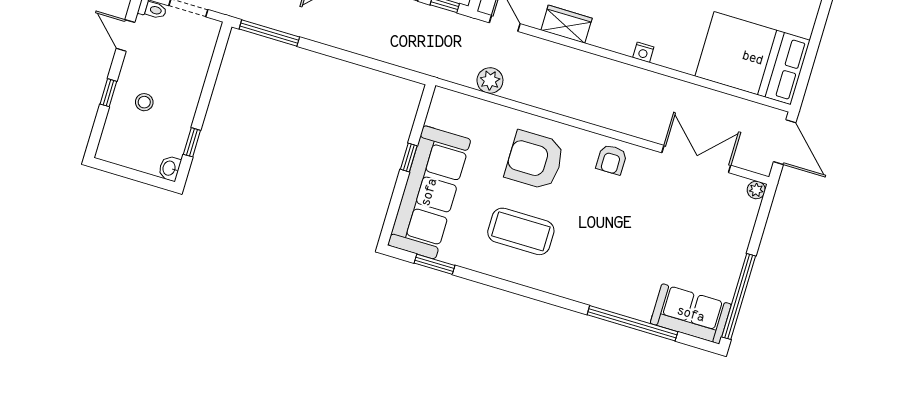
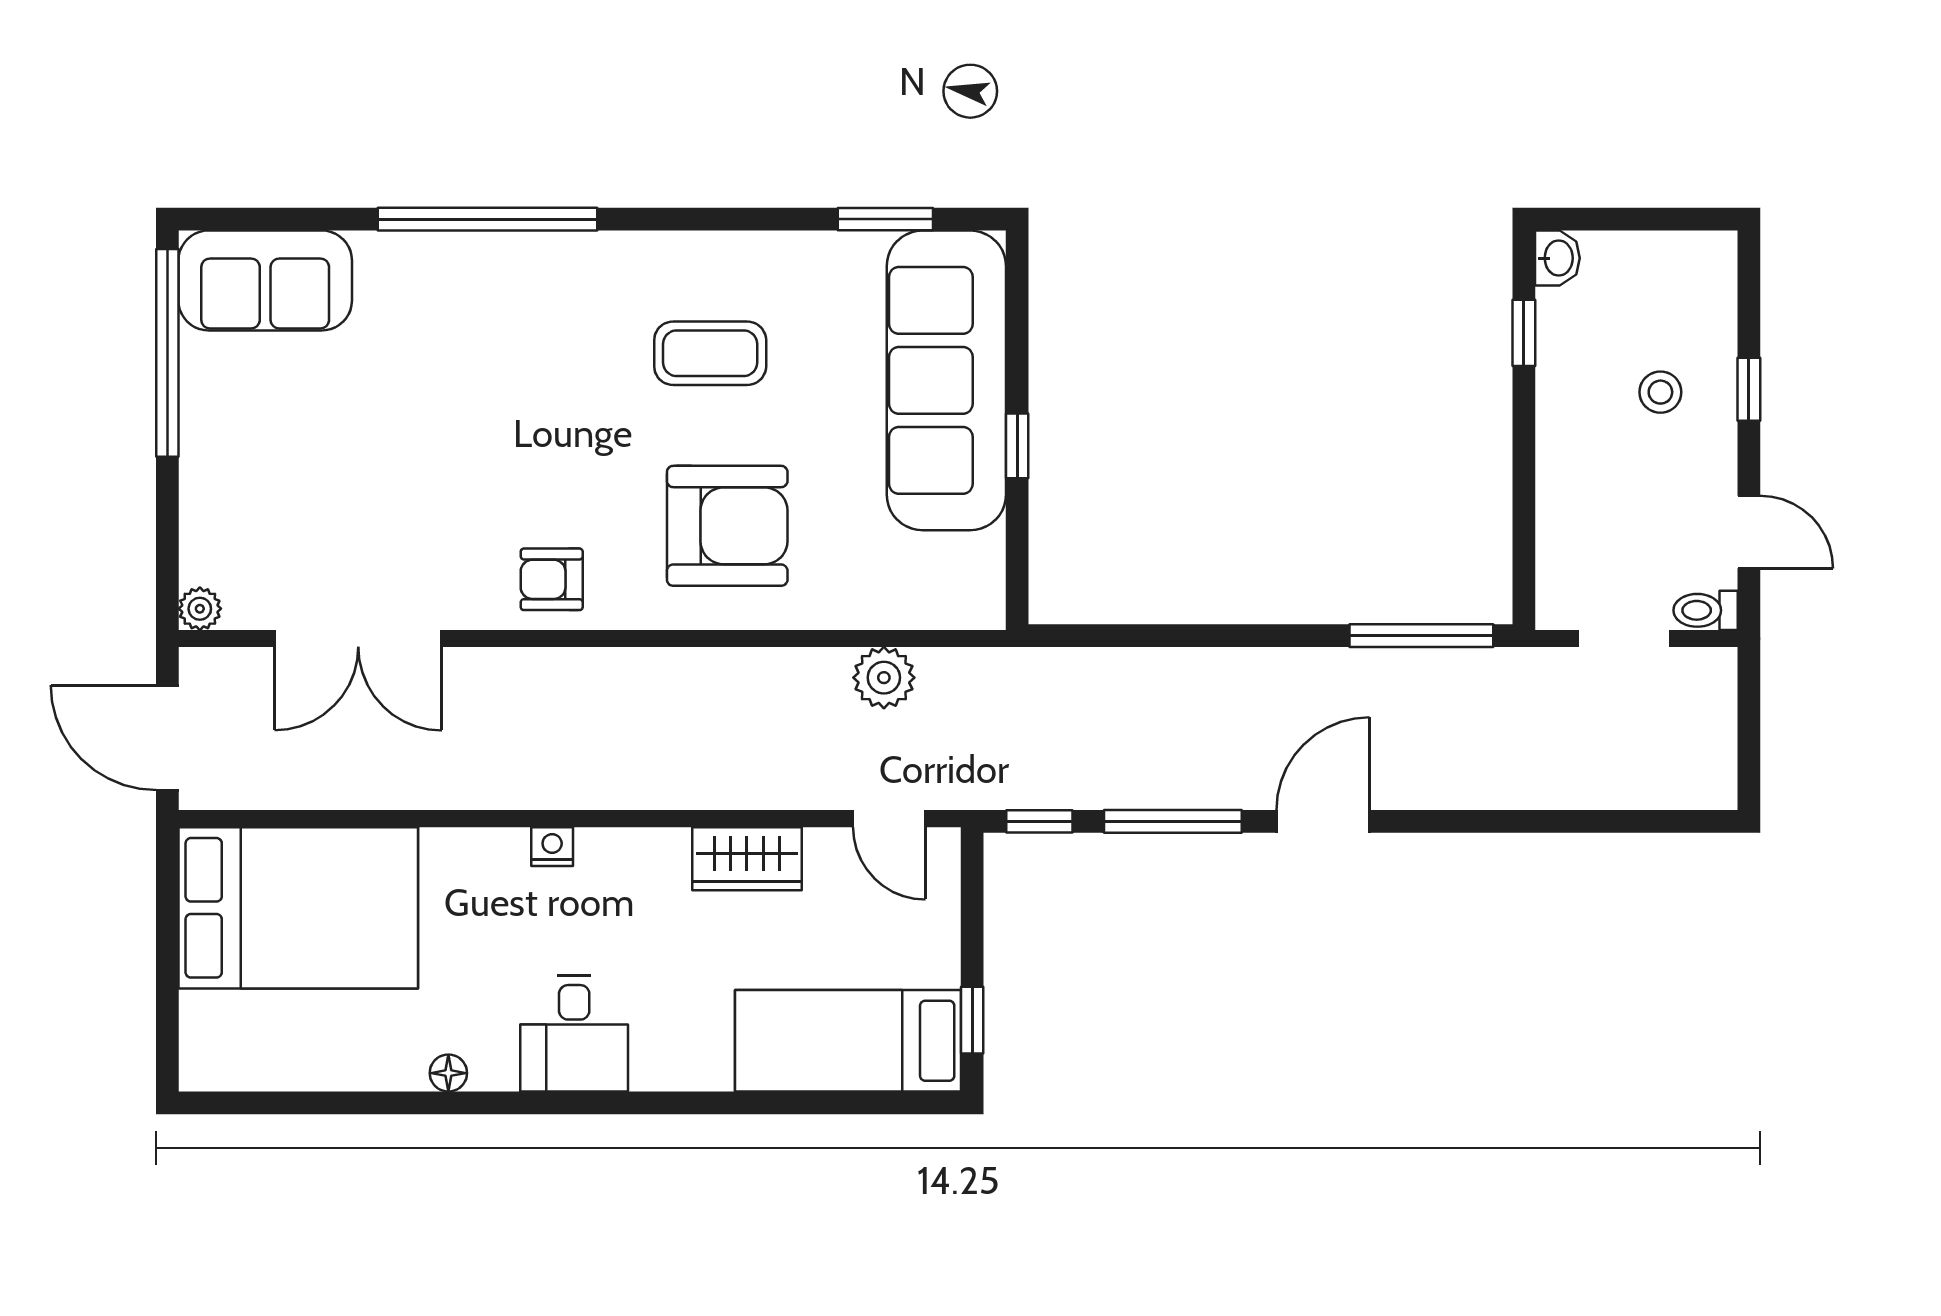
armchair: (611, 160) -> (552, 579), turned -90
coffee table: (521, 231) -> (710, 353), width x0.73, depth x0.76
window: (632, 323) -> (488, 219), moved

